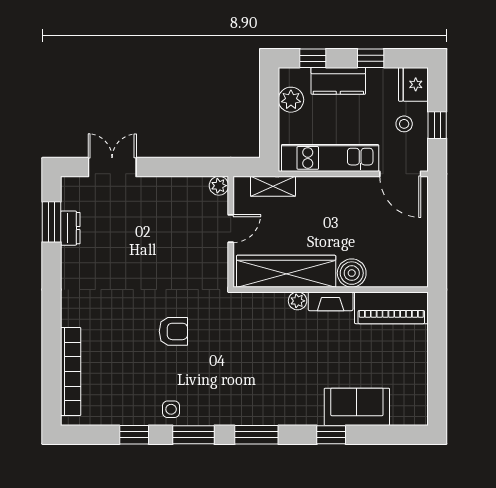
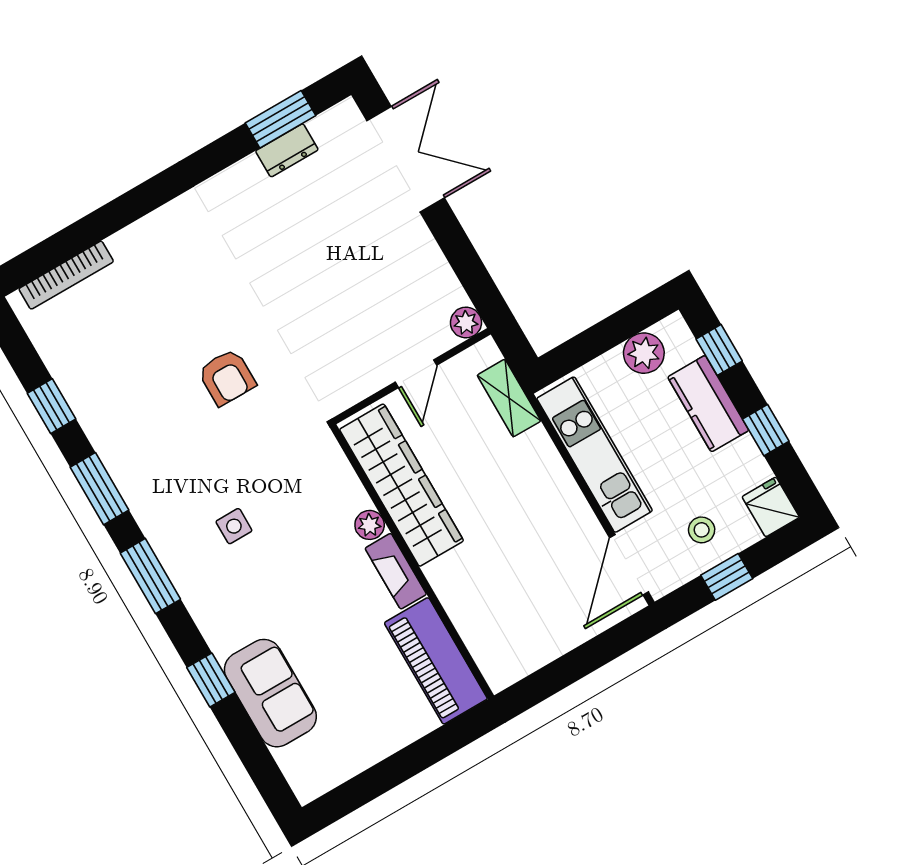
fridge: (413, 84) -> (771, 507), width x0.72
double door: (112, 167) -> (406, 159), width x1.37
door: (231, 229) -> (416, 374), hinge flipped
boiler: (352, 273) -> (452, 578), removed
bookcase: (71, 371) -> (66, 275), width x0.68, depth x0.76
side table: (171, 409) -> (234, 526), moved

